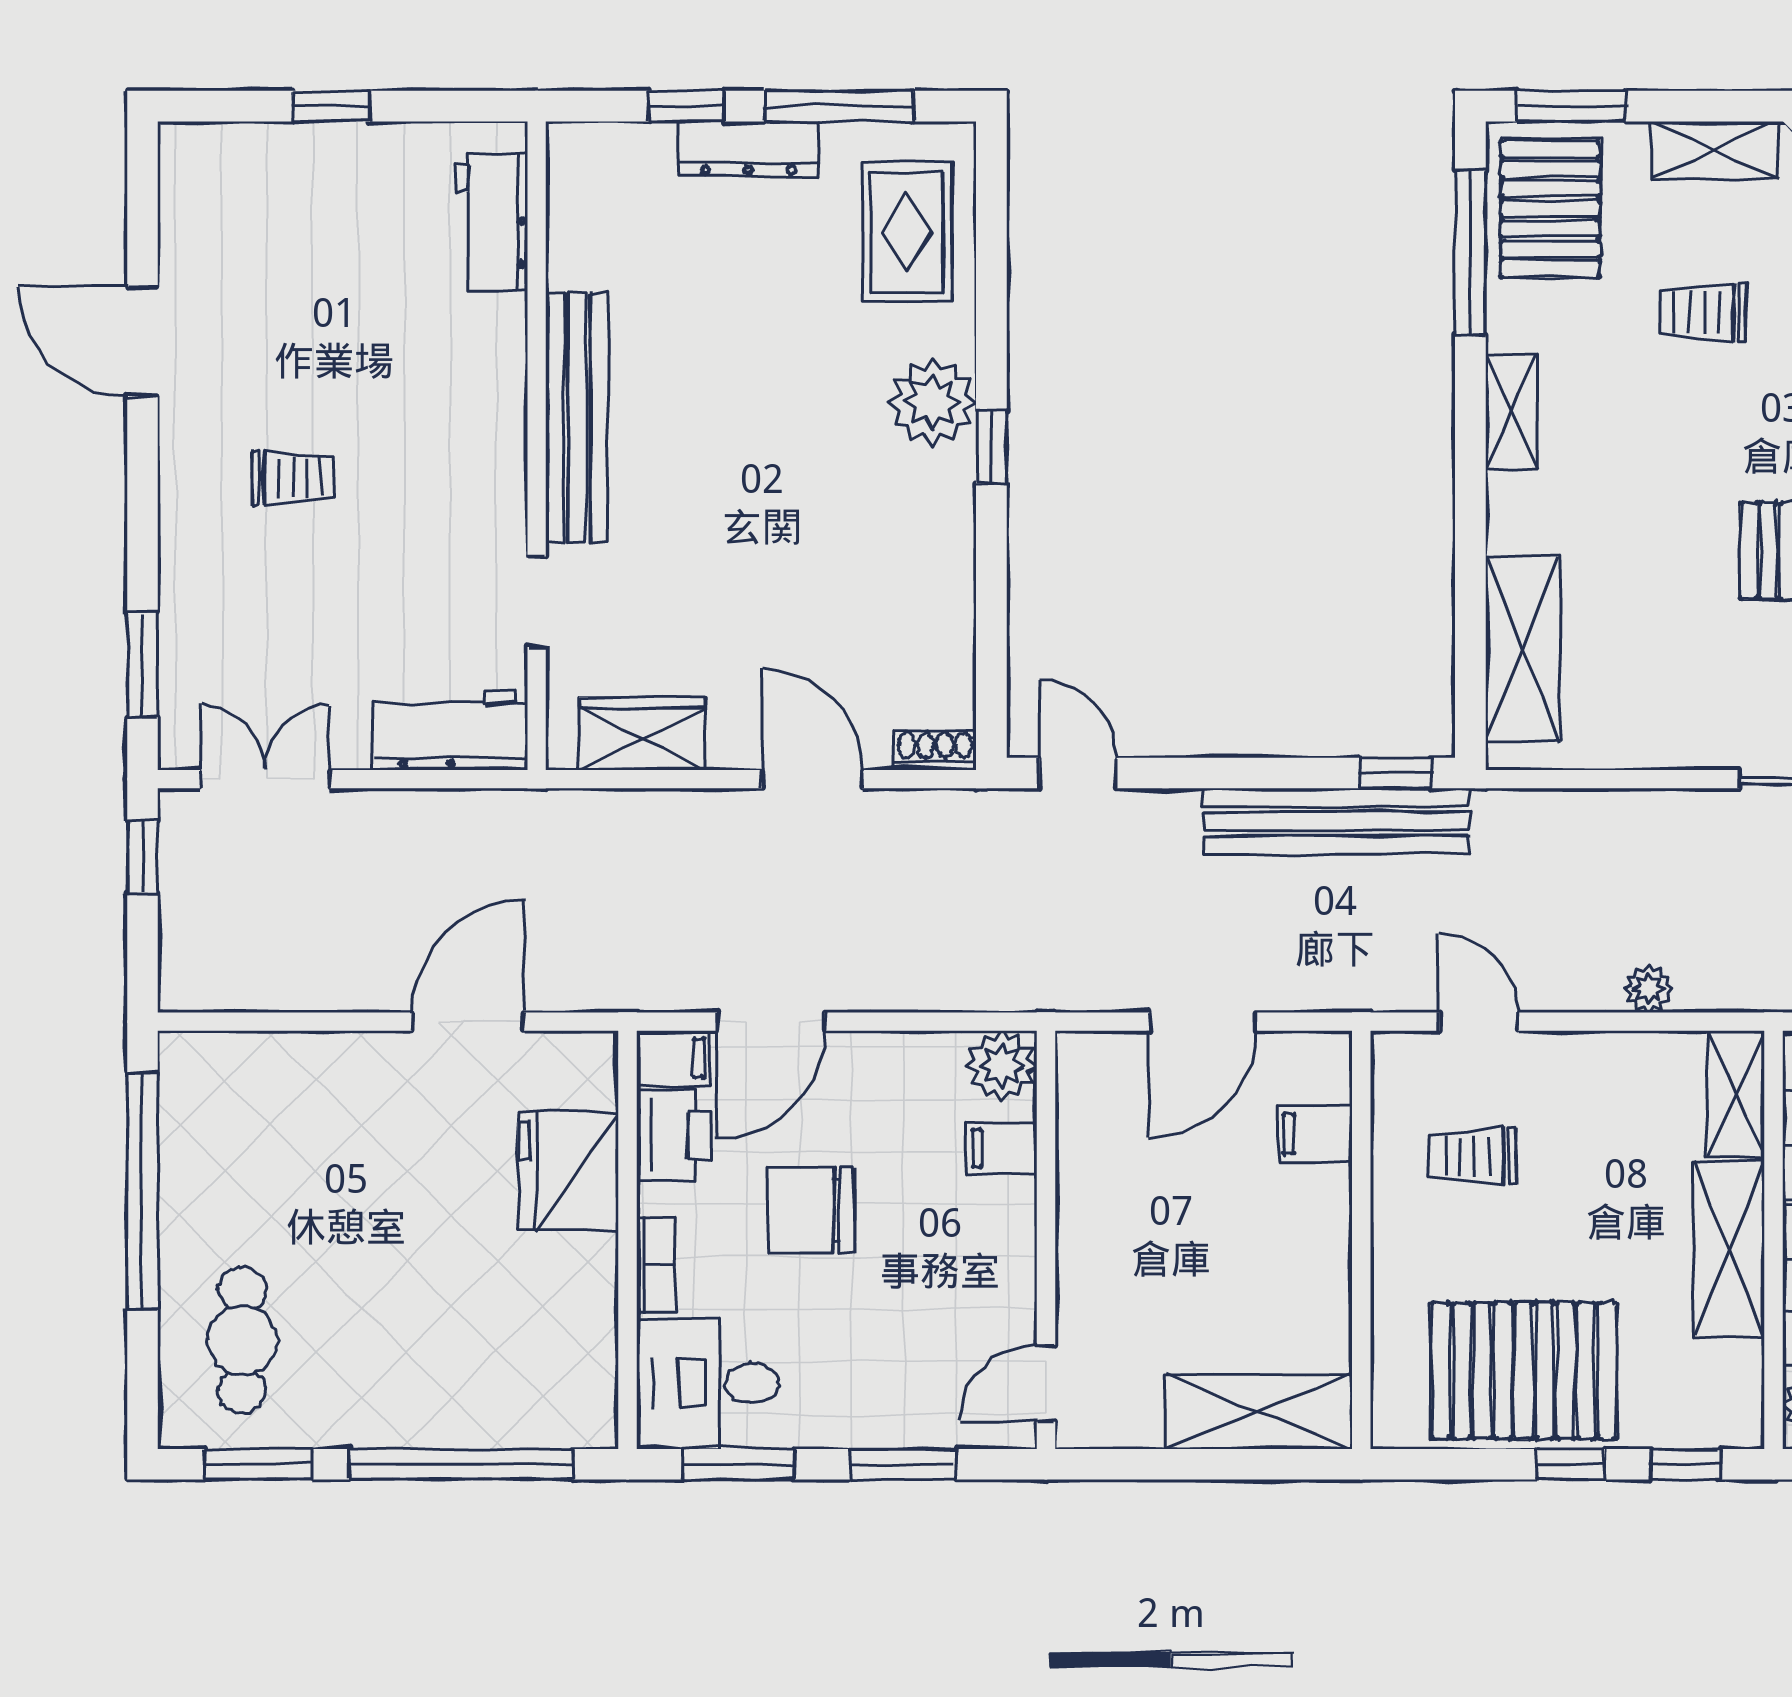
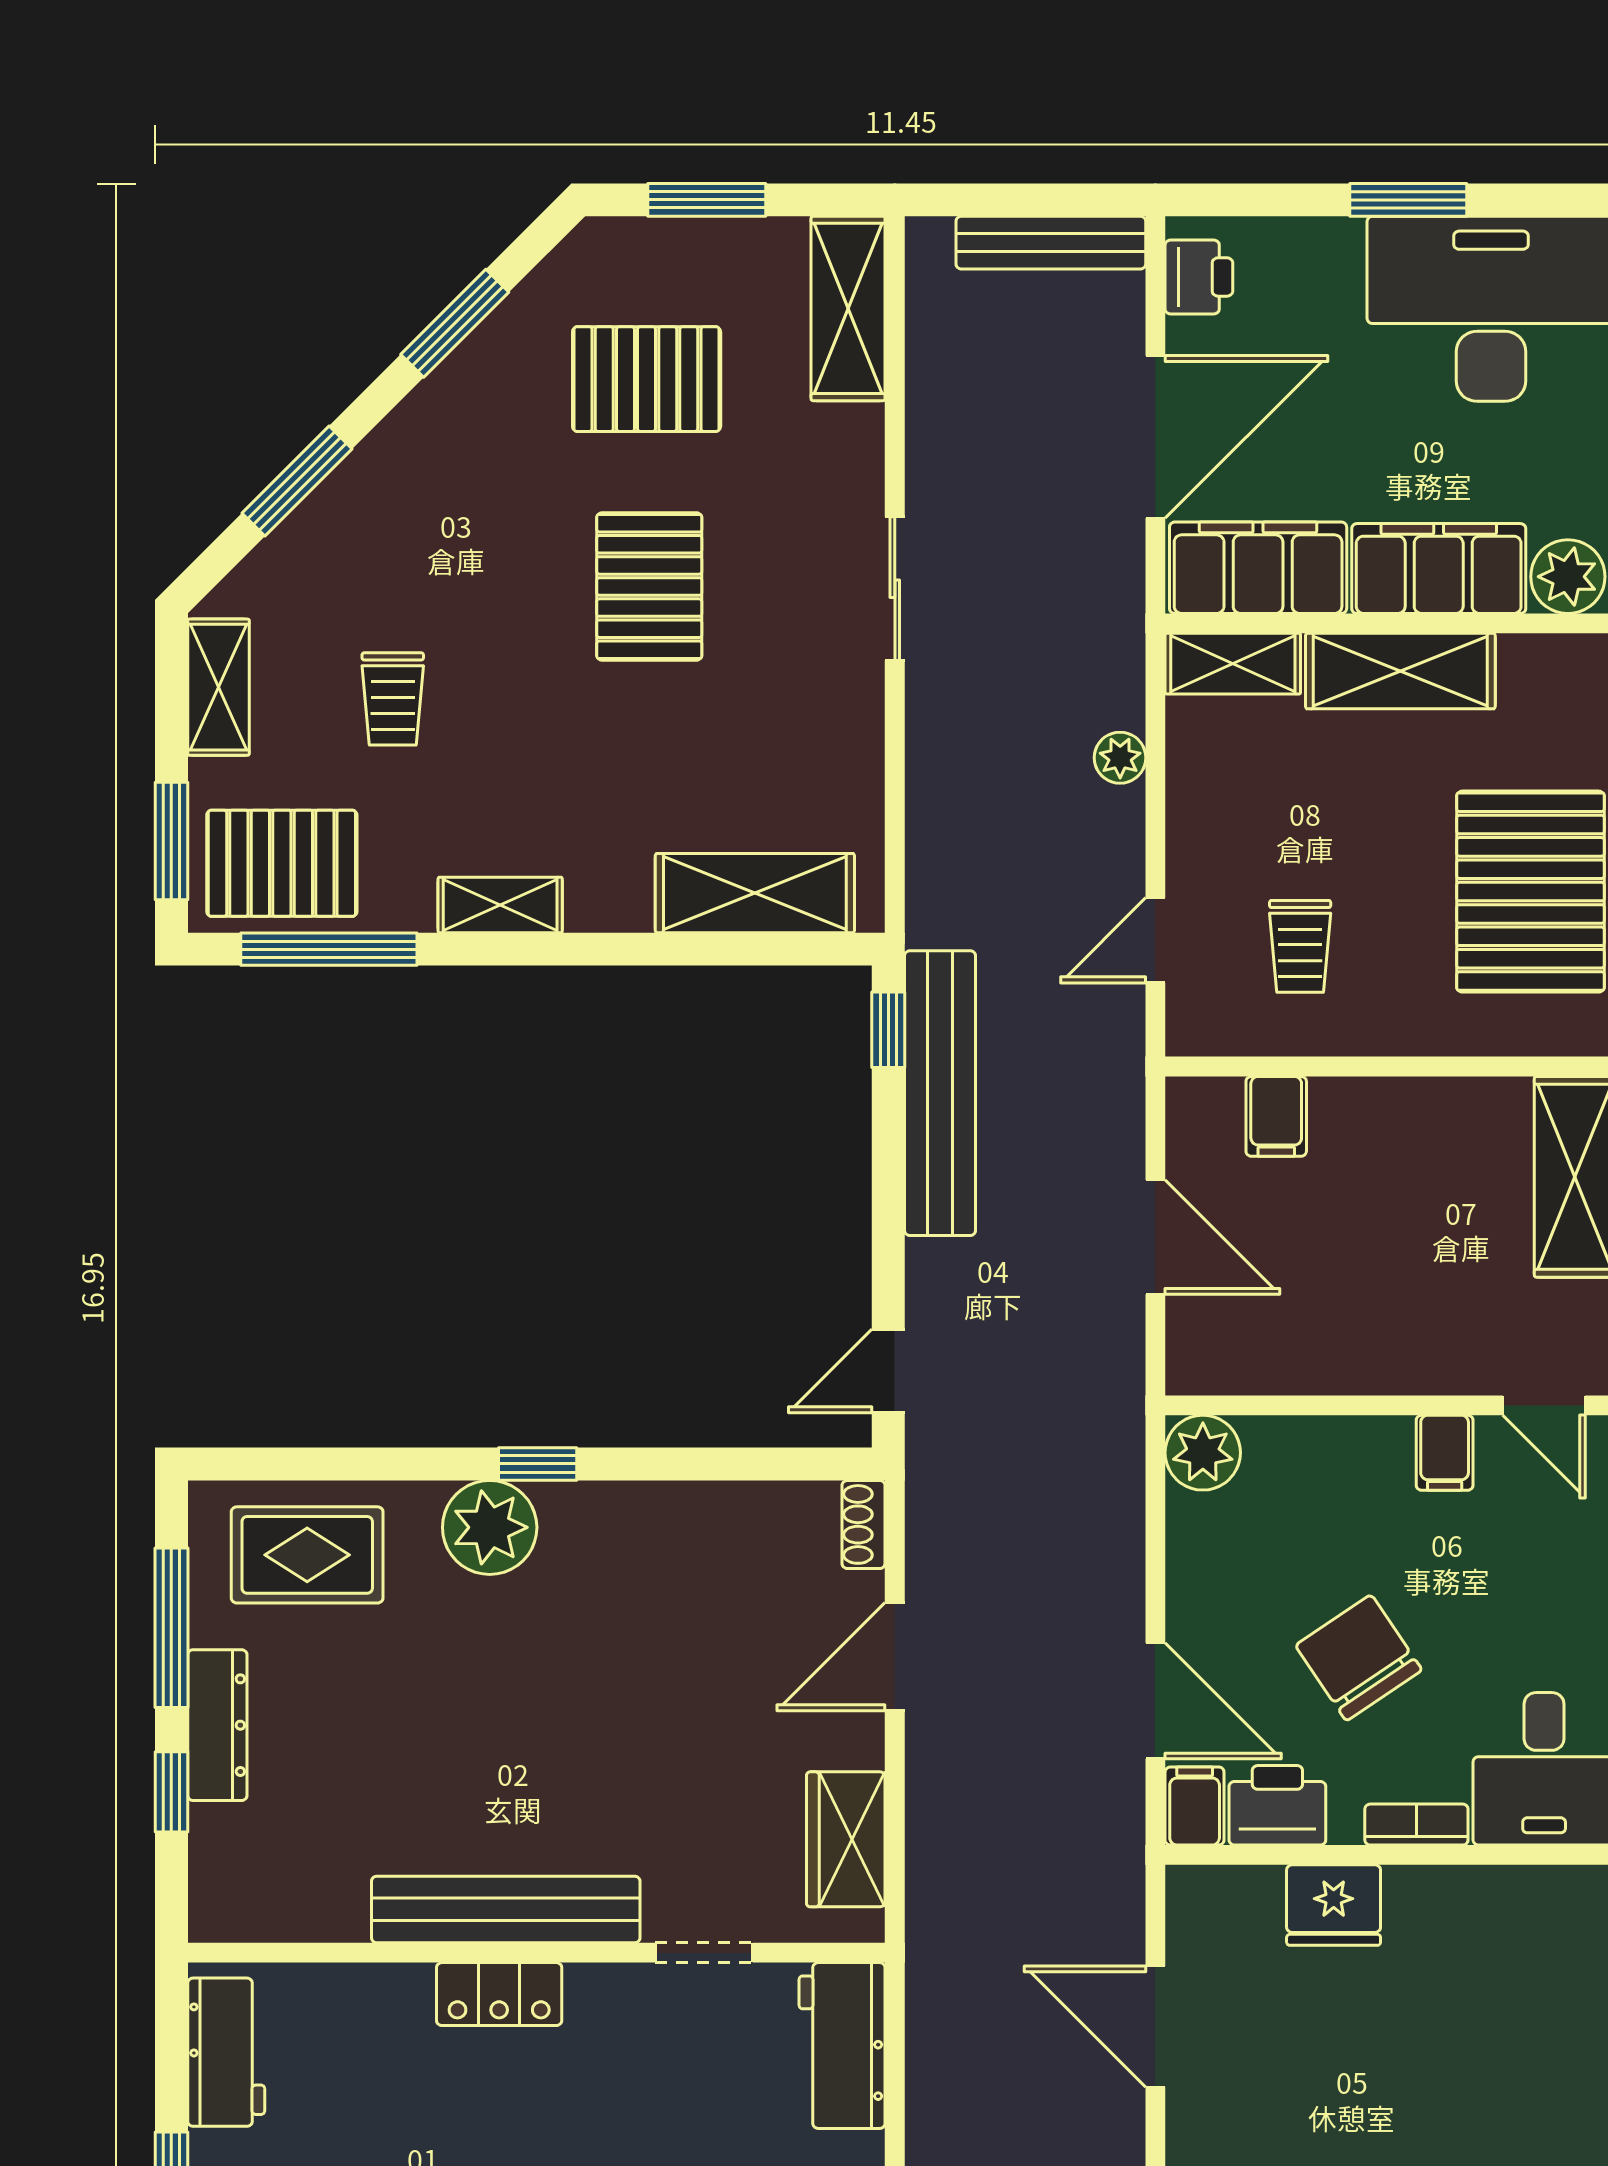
workbench: (492, 222) -> (226, 2052), moved, turned -90
locker: (498, 411) -> (499, 1994), added
filing cabinet: (1002, 1148) -> (1445, 1453), moved
fridge: (568, 1172) -> (1334, 1905), width x0.73, depth x0.75
chair: (811, 1211) -> (1359, 1658), turned 146

